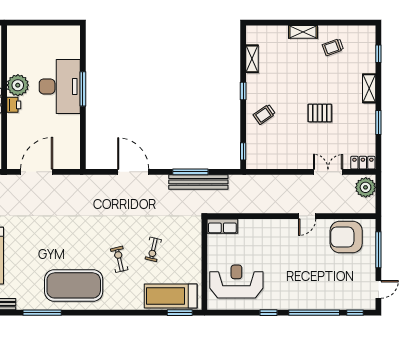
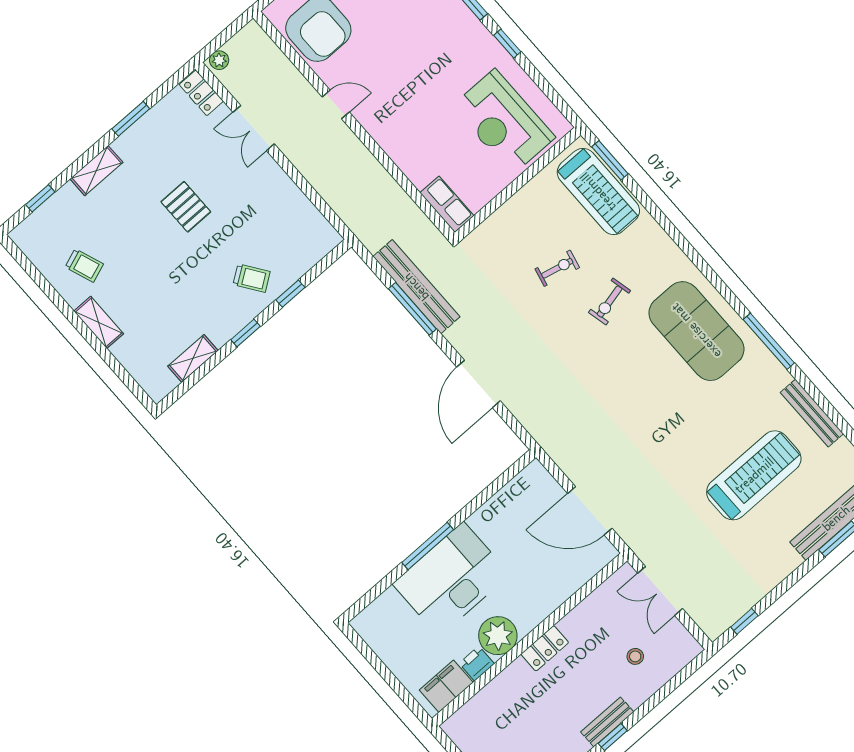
filing cabinet: (16, 44) -> (446, 686), added
printer: (14, 105) -> (477, 664), moved
window: (243, 151) -> (290, 294), moved
plant: (366, 187) -> (219, 60), width x0.53, depth x0.53

